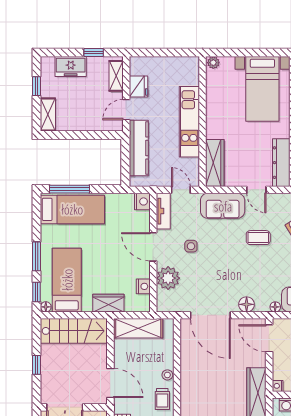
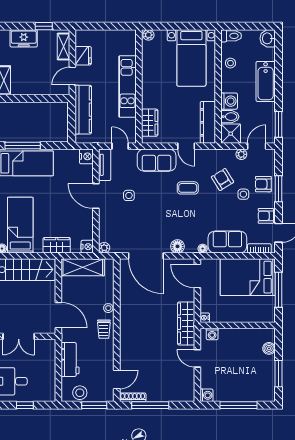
wardrobe: (215, 163) -> (150, 123), width x0.67
plant: (168, 278) -> (104, 248), moved, width x0.53, depth x0.53
nightstand: (143, 286) -> (87, 247), moved

